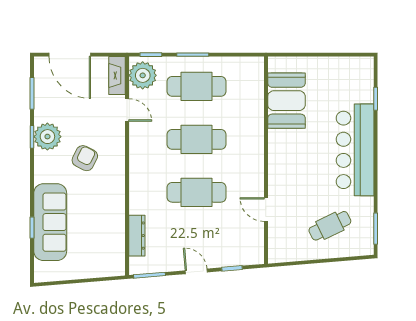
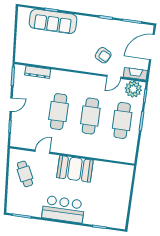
booth: (286, 101) -> (75, 169), moved
plant: (47, 137) -> (105, 27), removed
bar counter: (355, 150) -> (63, 209), width x0.73
armchair: (85, 158) -> (103, 55), moved
cafe table: (330, 226) -> (25, 174), moved

